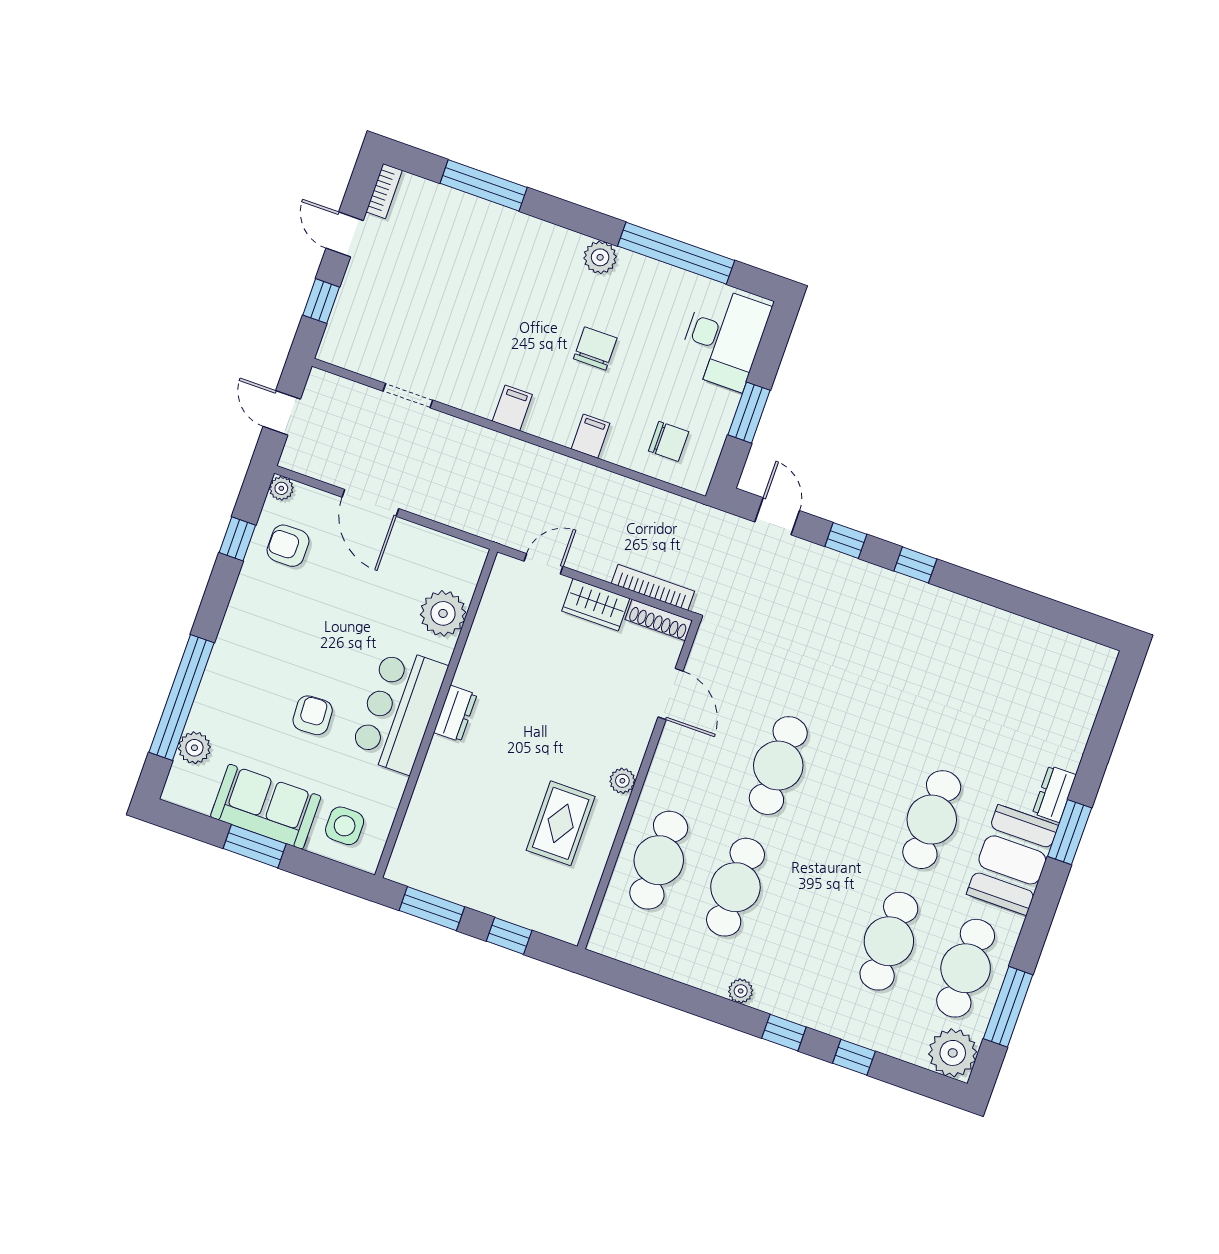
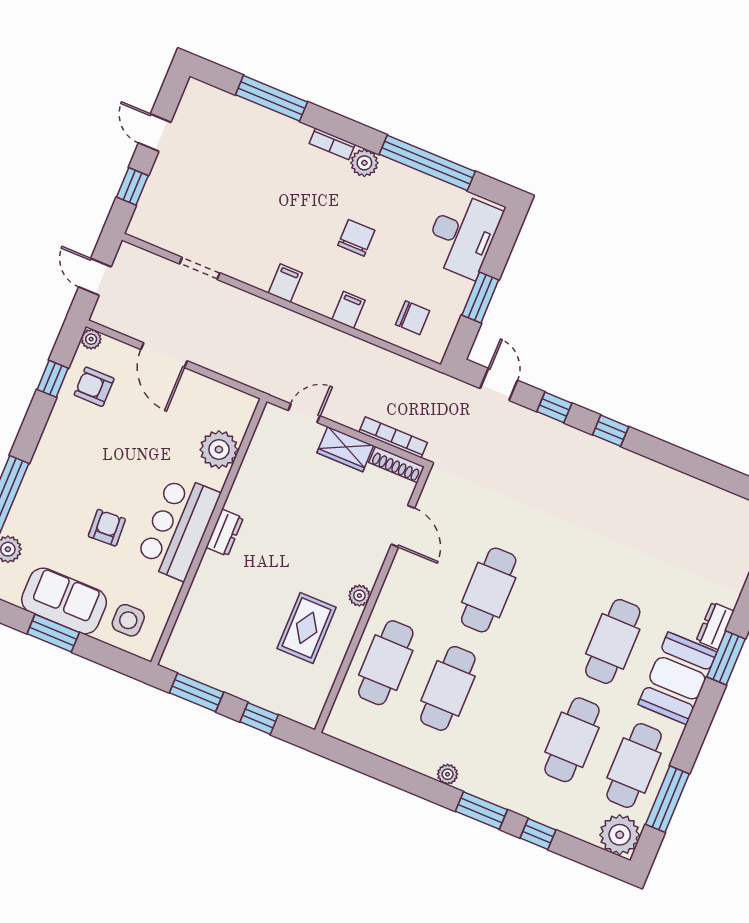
bookcase: (384, 191) -> (332, 144), moved, turned 90
window: (784, 1033) -> (481, 811), width x1.50

